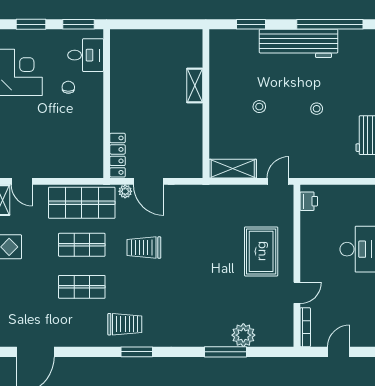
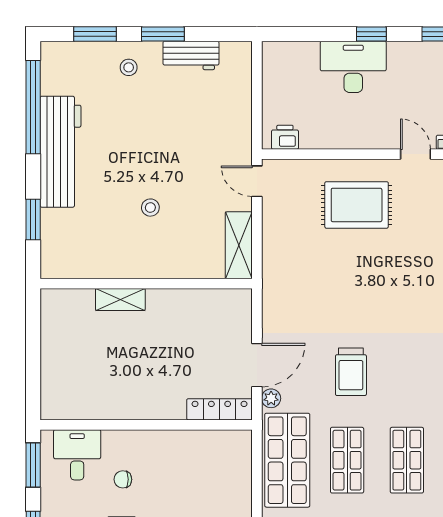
stool: (317, 109) -> (129, 67), moved

